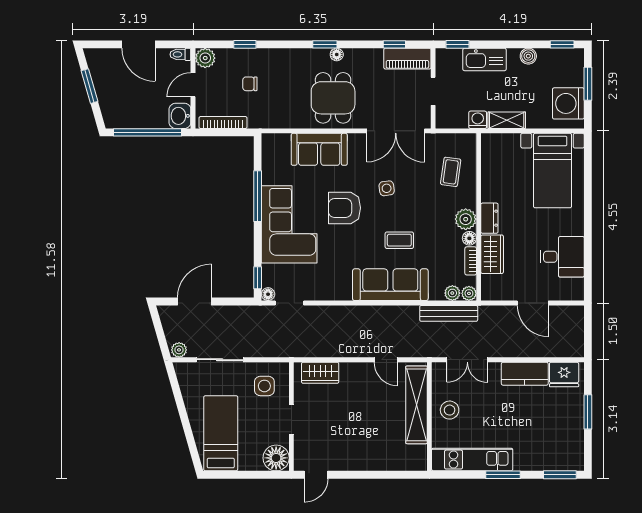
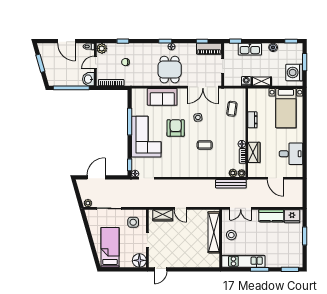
armchair: (345, 208) -> (176, 128), turned 90
dresser: (489, 218) -> (252, 120), moved
plant: (466, 219) -> (240, 134), removed
sofa: (390, 285) -> (200, 169), removed
door: (386, 360) -> (180, 208), moved

